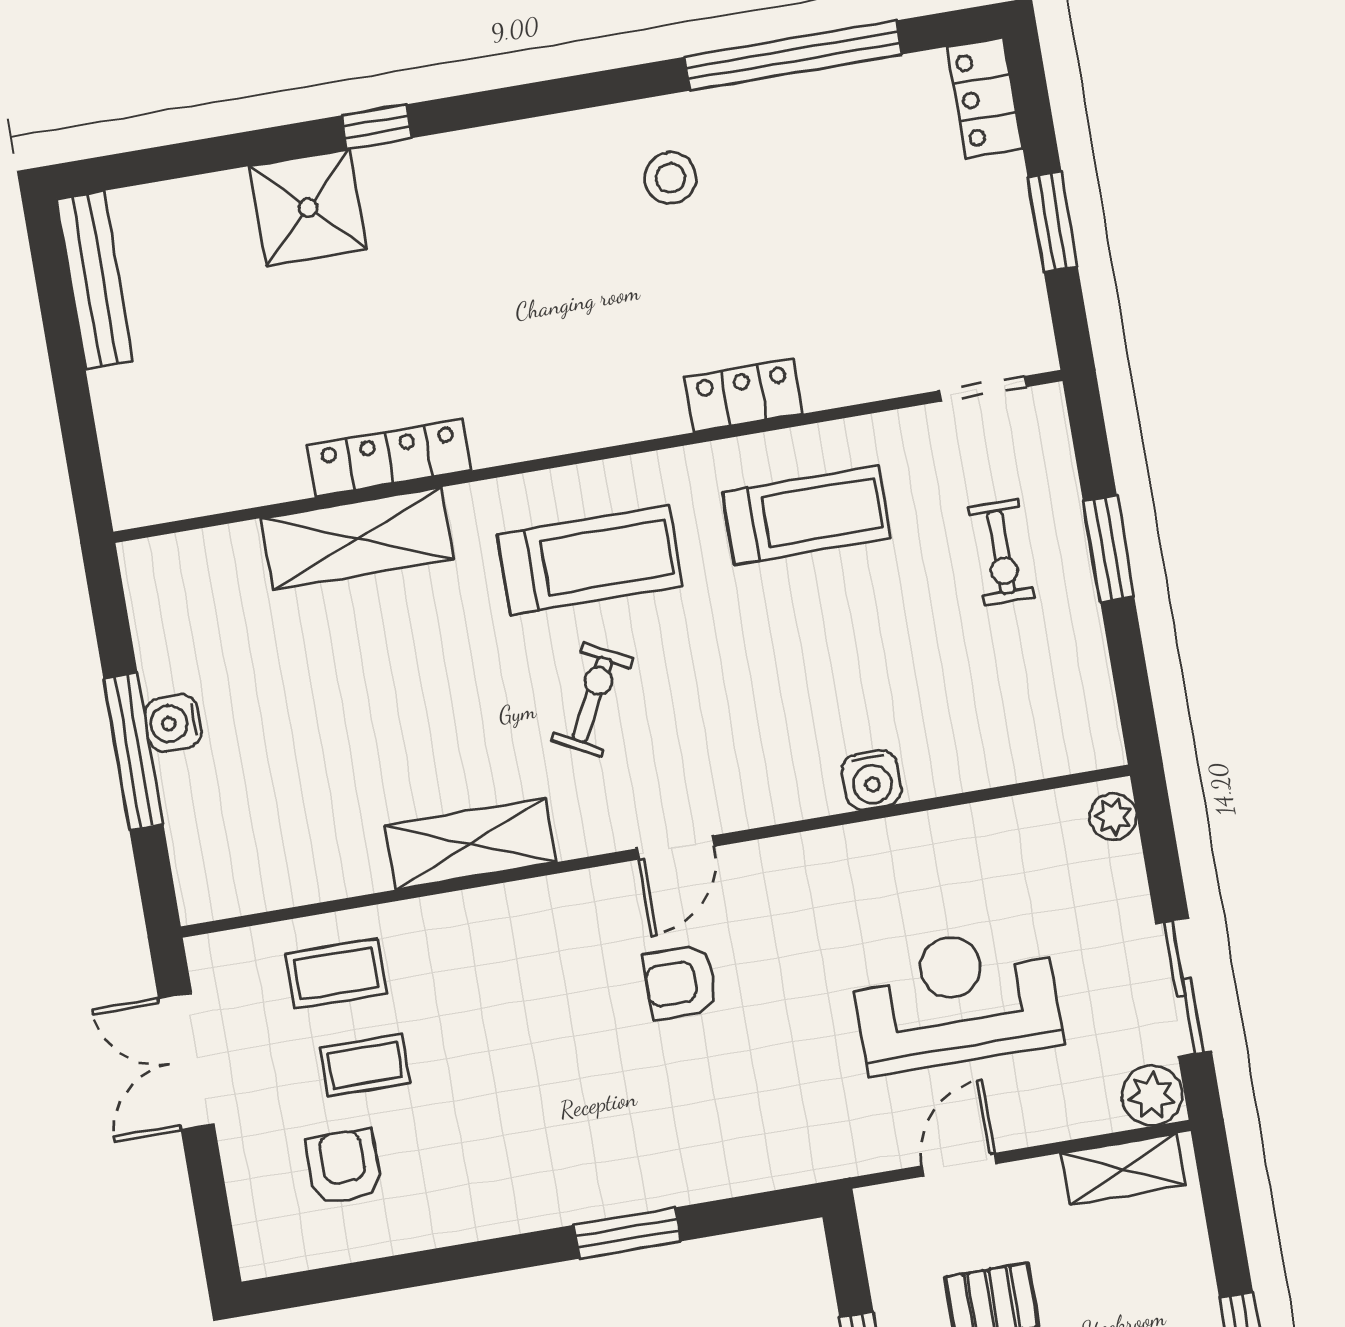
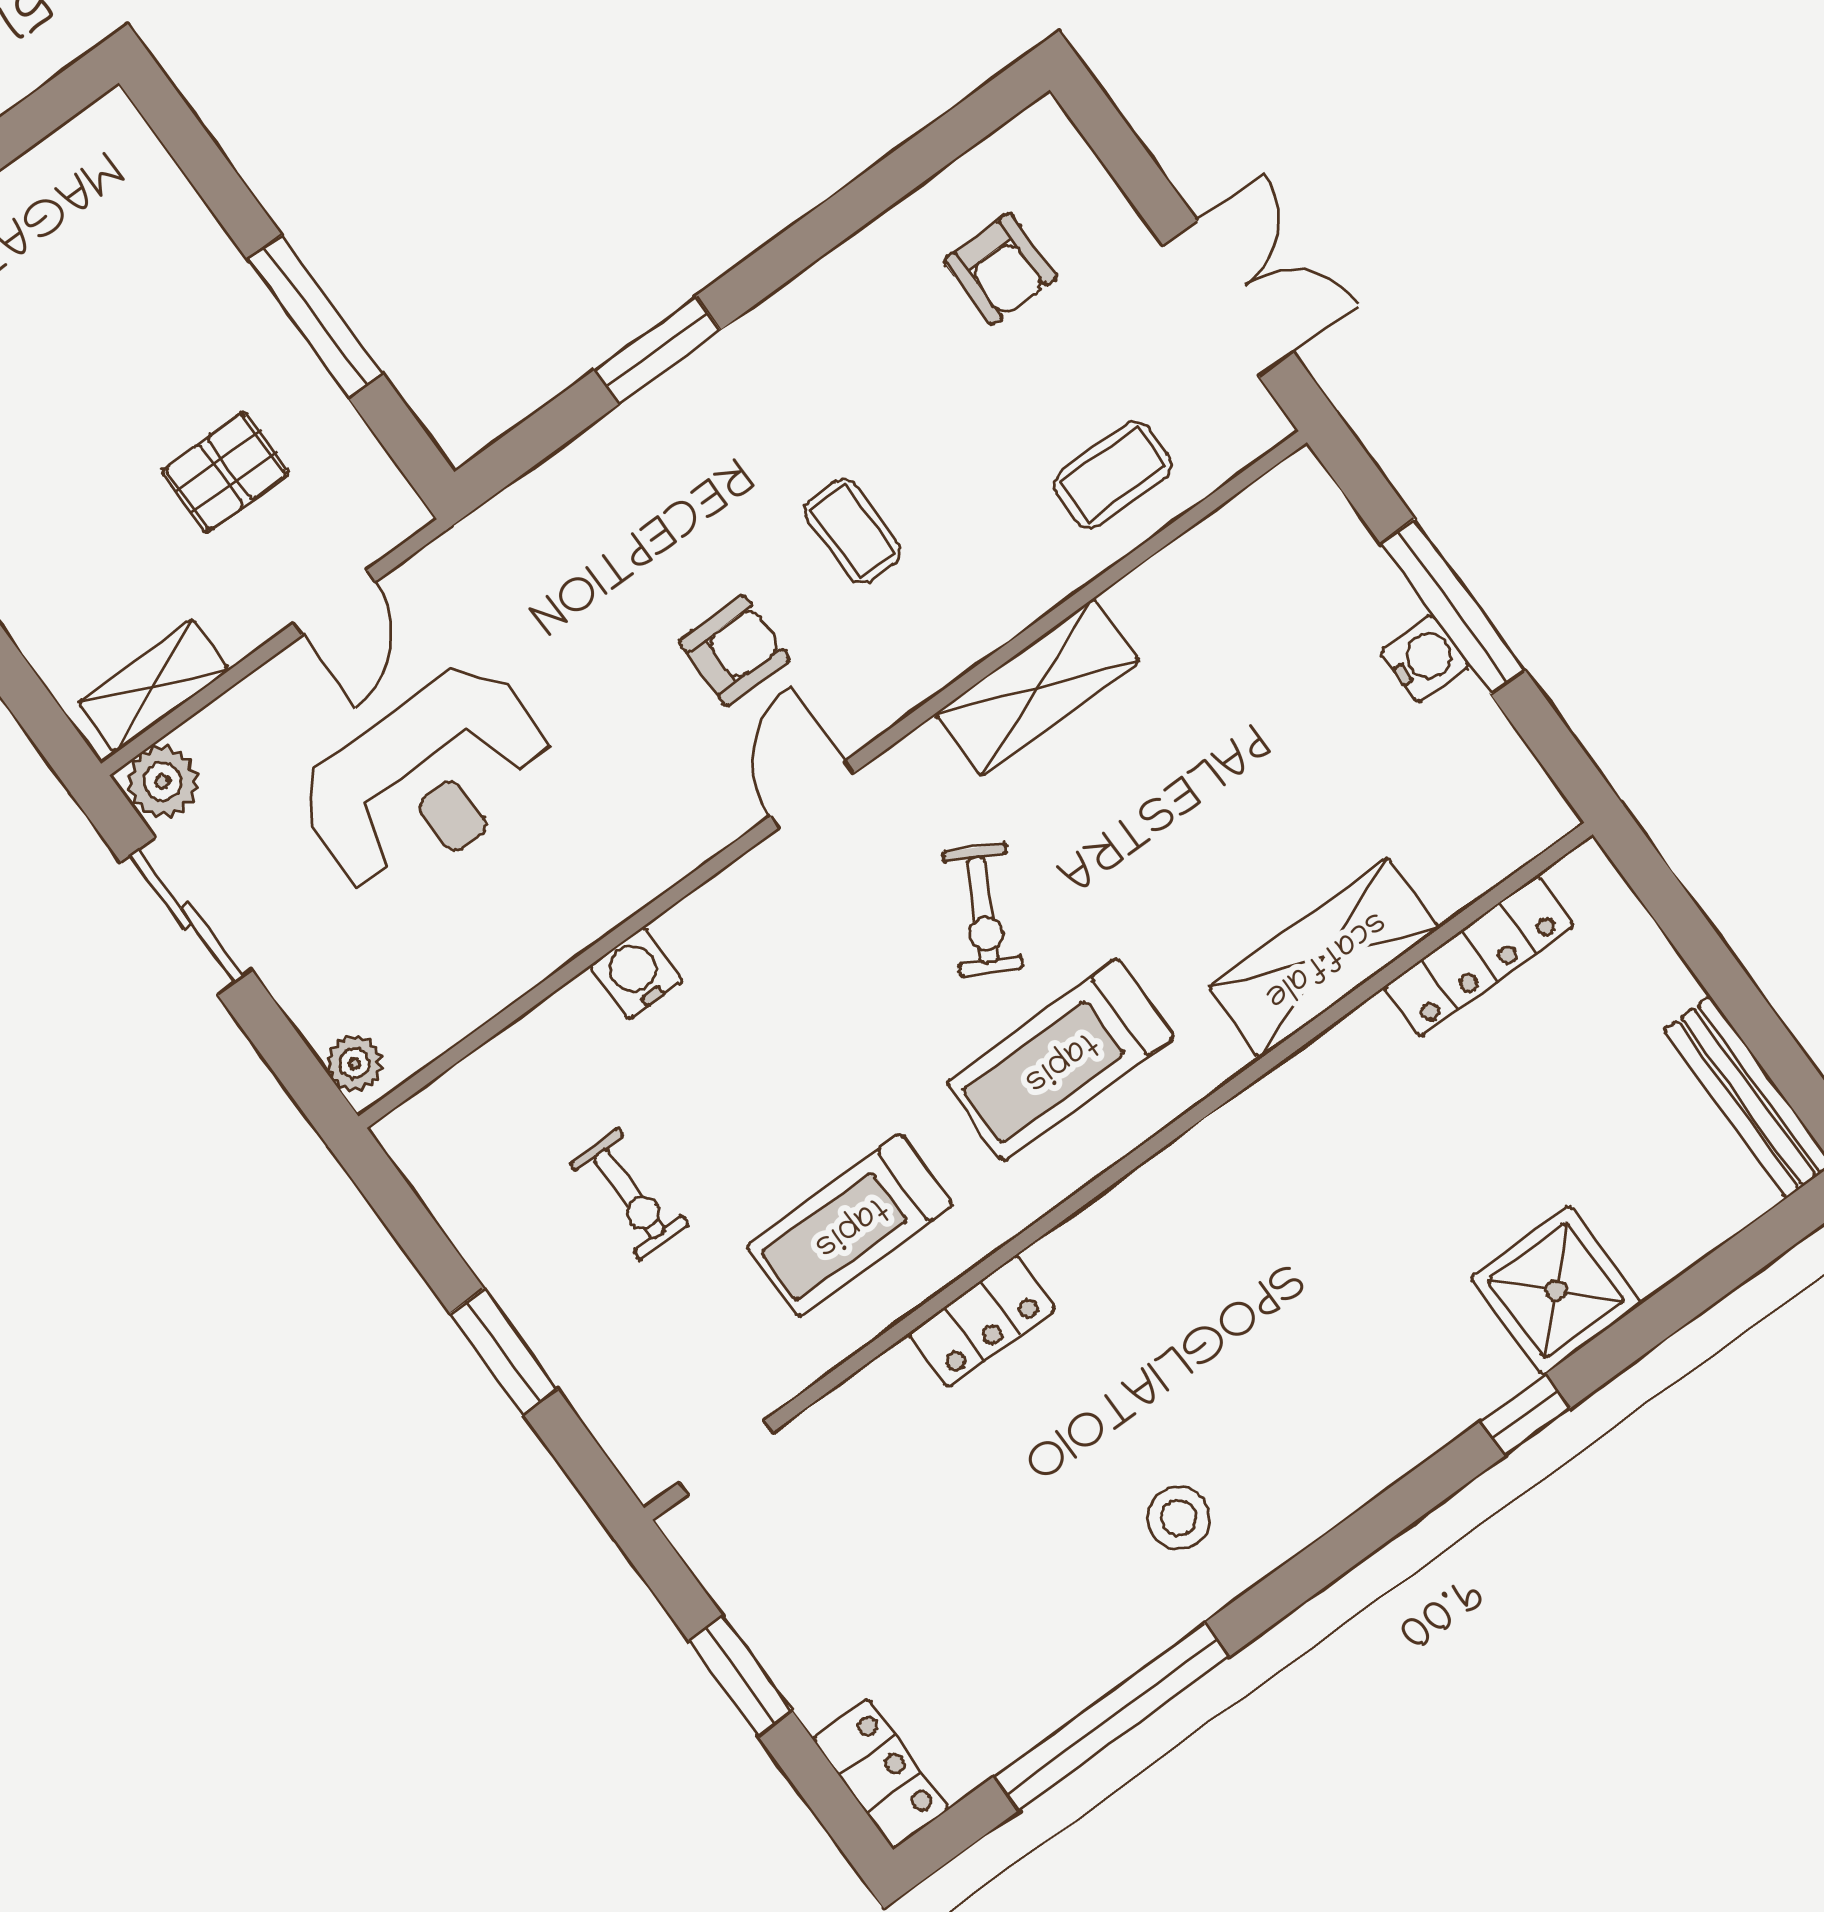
locker: (389, 458) -> (1479, 956), moved
exercise bike: (1001, 552) -> (629, 1194), moved, turned 180
coffee table: (365, 1065) -> (853, 531), moved, turned 90

